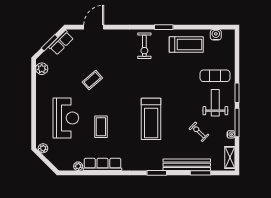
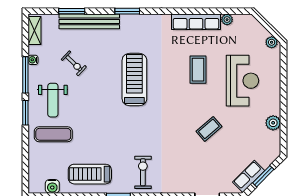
plant: (42, 69) -> (273, 123), moved
reception desk: (66, 118) -> (243, 81), turned 180

